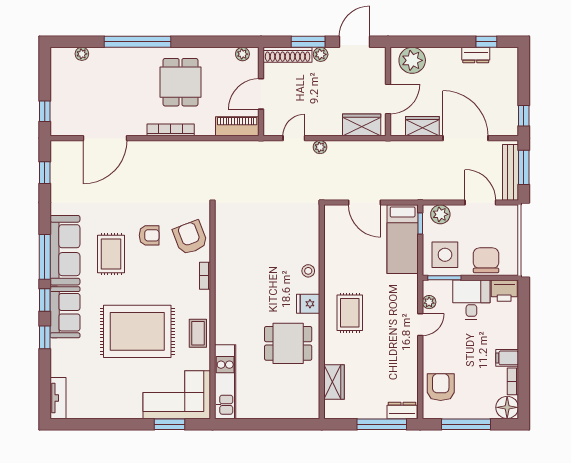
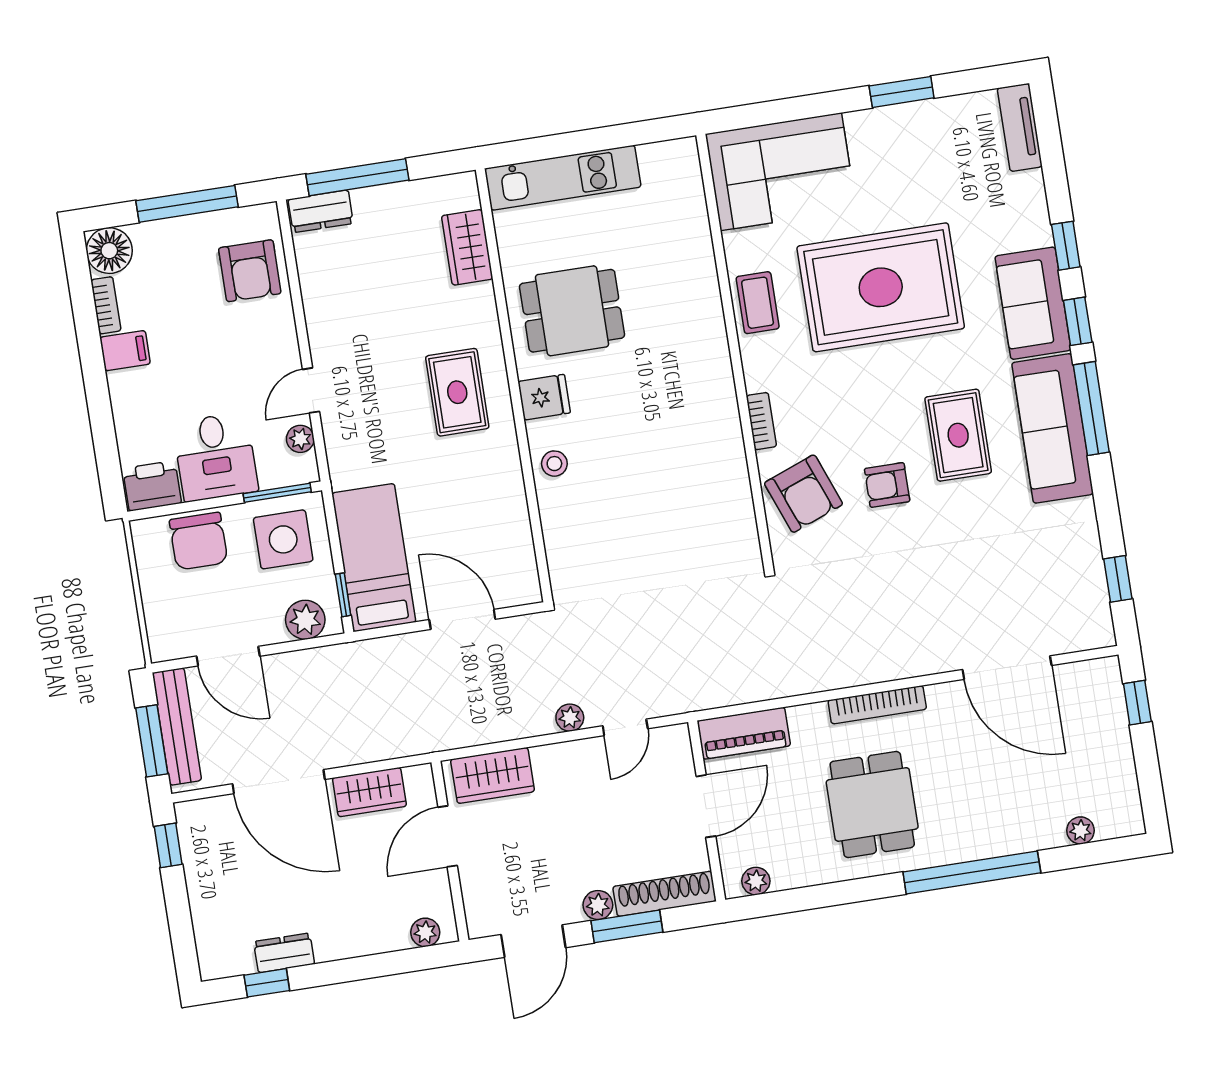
plant: (412, 60) -> (425, 932), width x0.53, depth x0.53
door: (105, 138) -> (1007, 668), swing flipped
kitchen unit: (225, 382) -> (563, 178), moved, turned -90
window: (170, 424) -> (902, 92), moved

